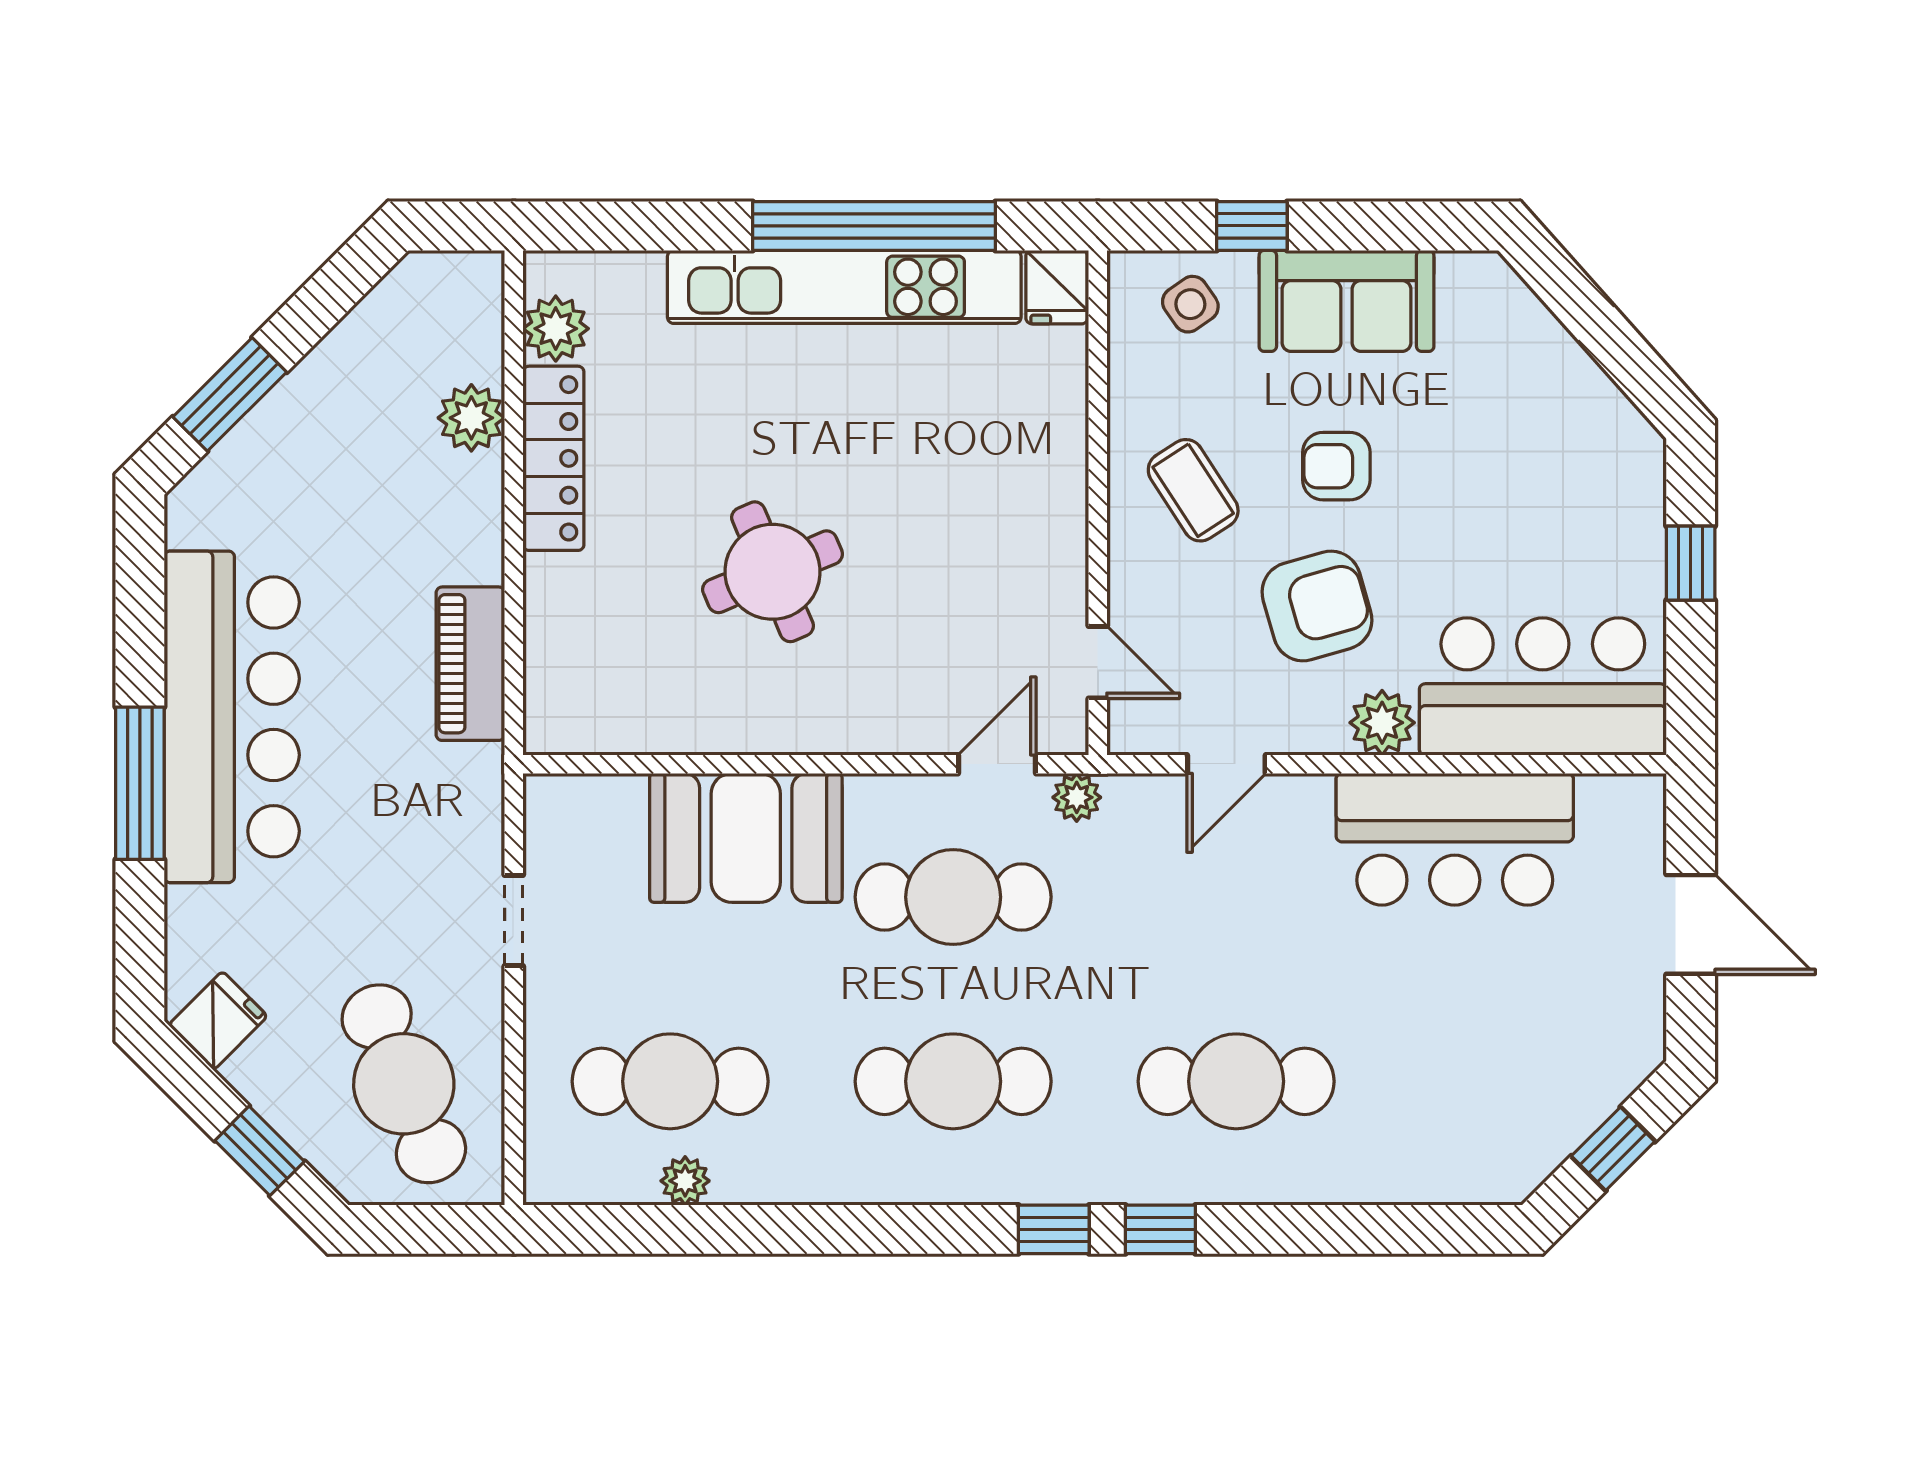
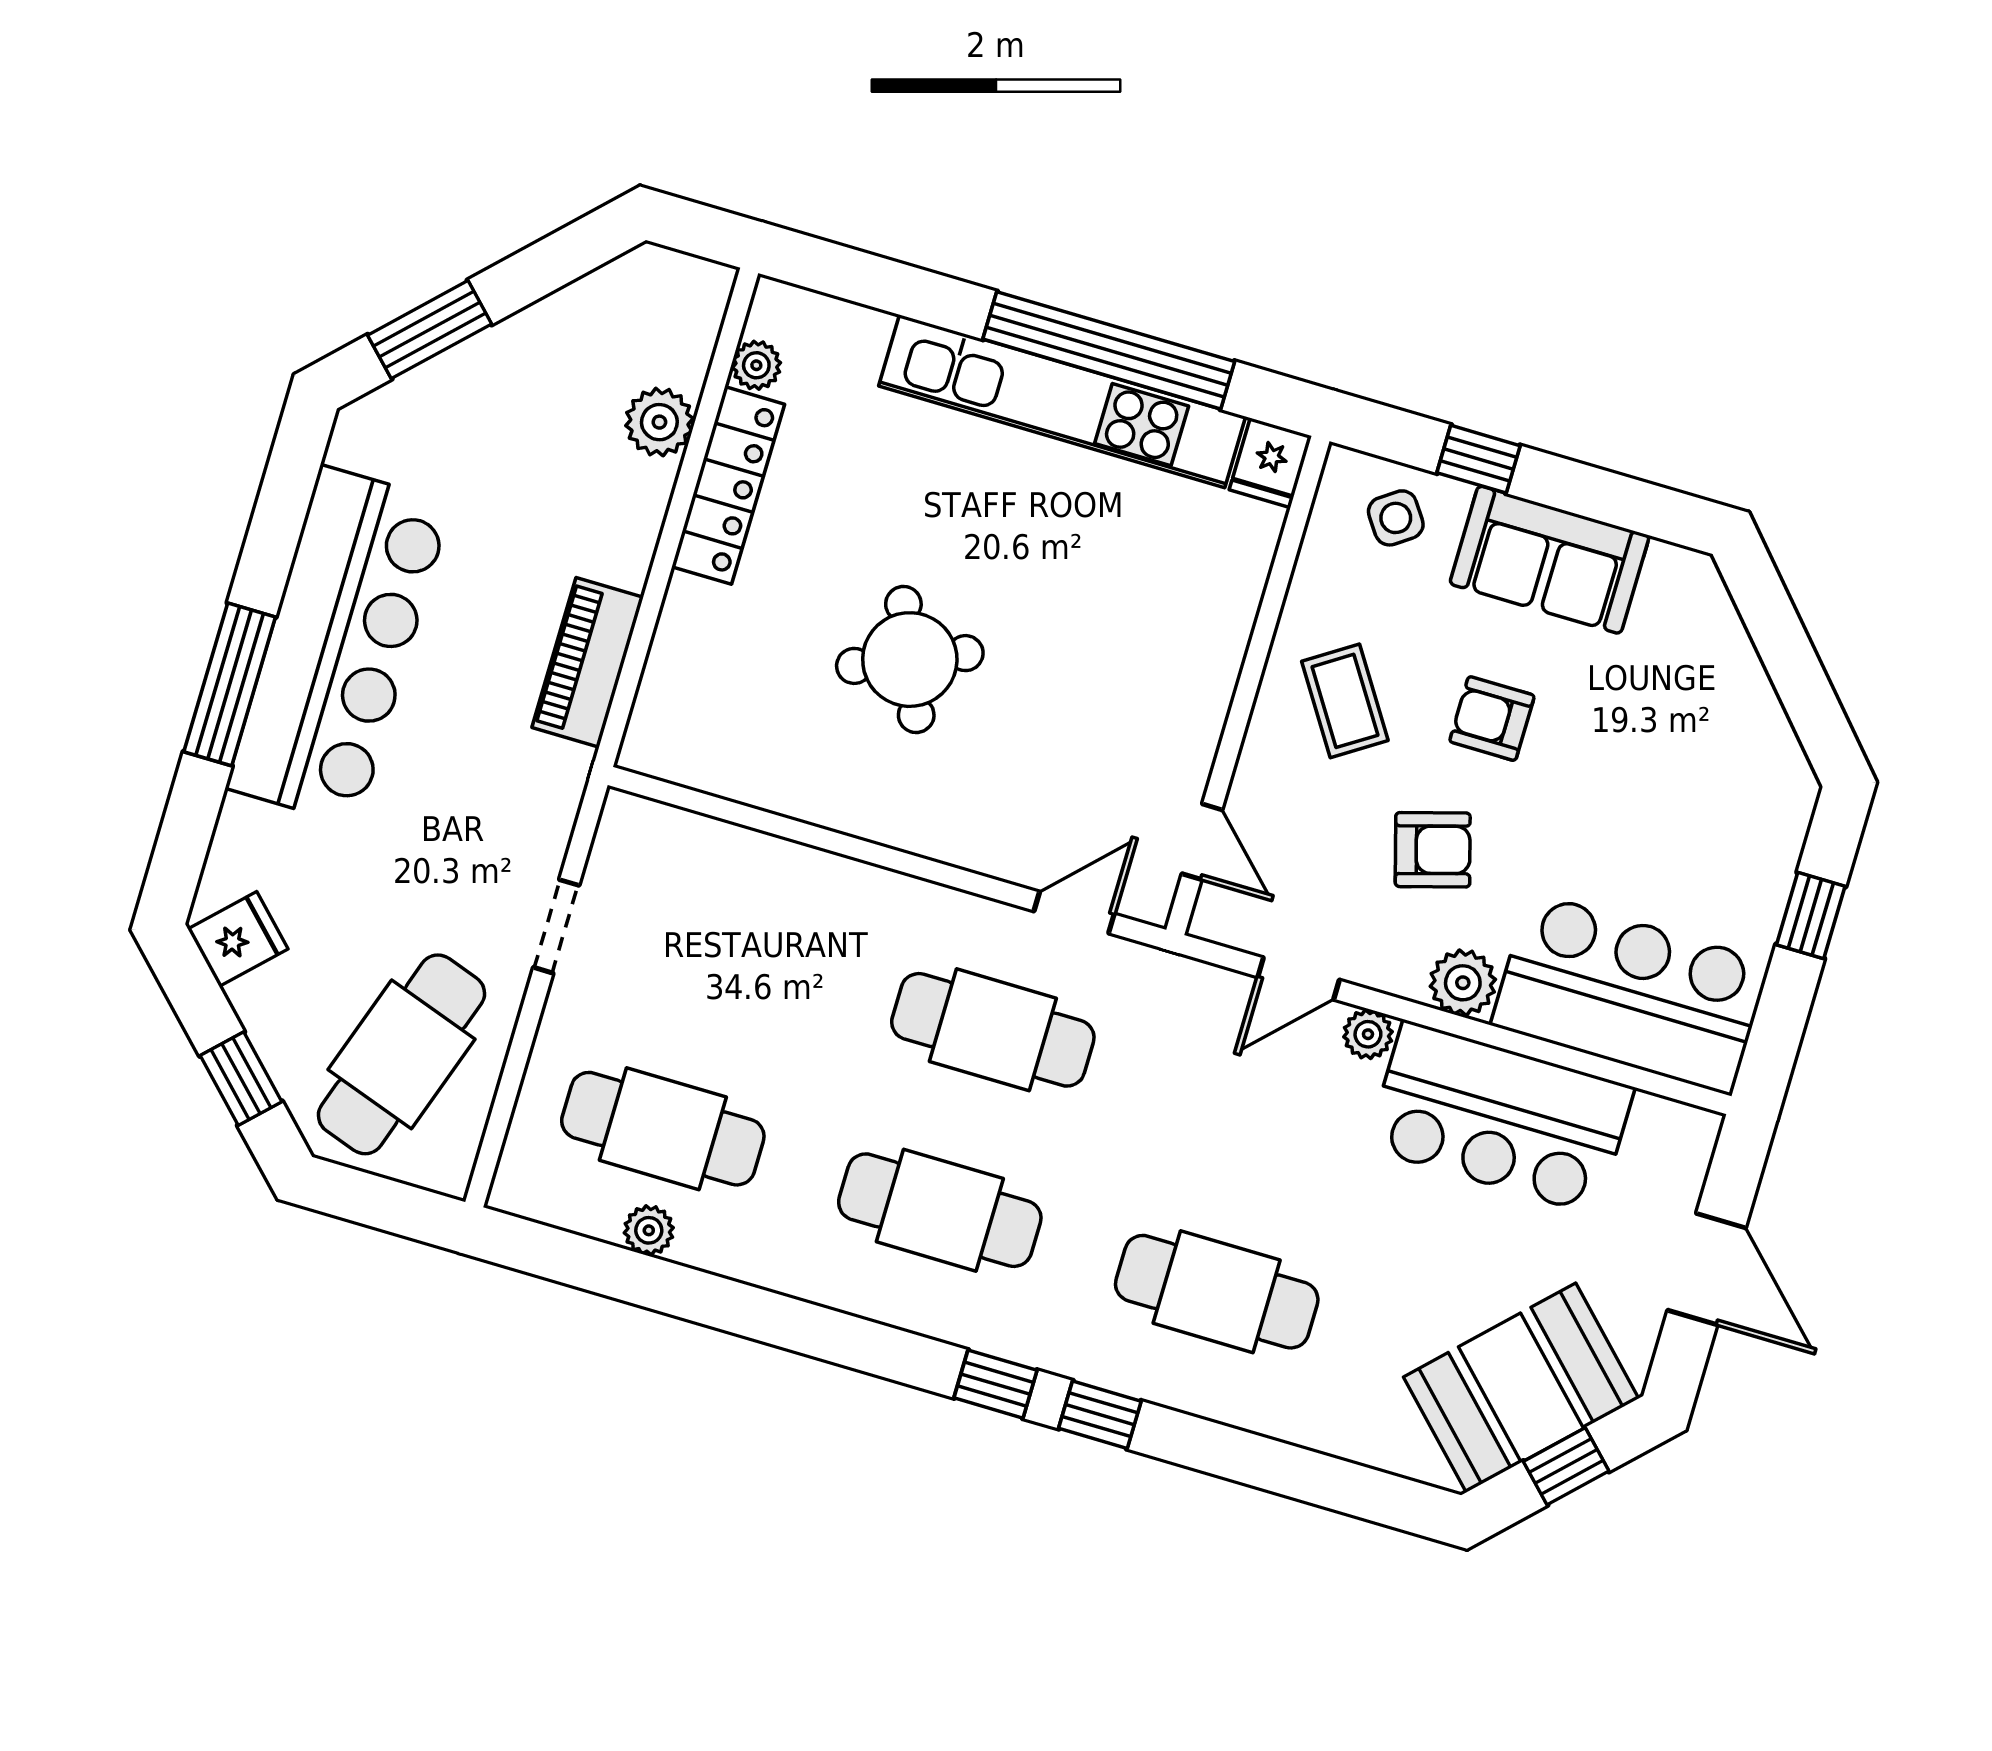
plant: (556, 329) -> (756, 365), width x0.73, depth x0.73
armchair: (1317, 606) -> (1433, 850), width x0.72, depth x0.72
plant: (1077, 797) -> (1368, 1034), moved
booth: (746, 838) -> (1521, 1388), moved, turned -45
cafe table: (404, 1084) -> (401, 1054), turned 41

